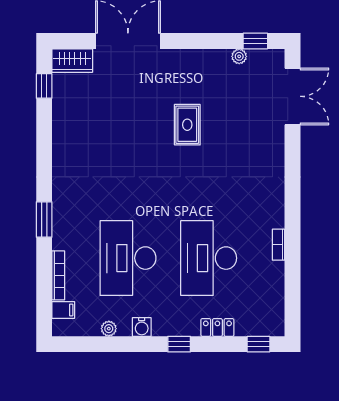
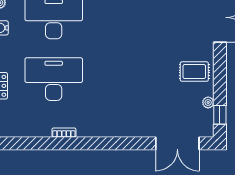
rug: (187, 125) -> (194, 72), moved

